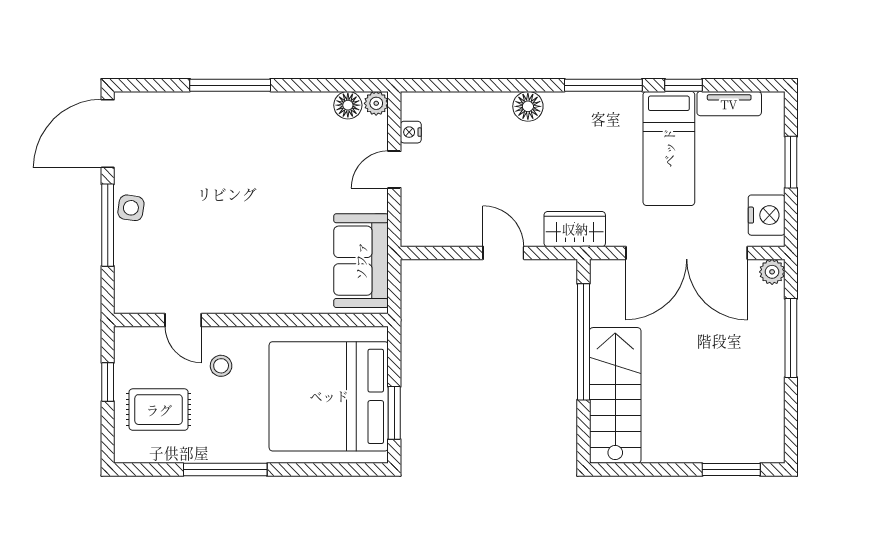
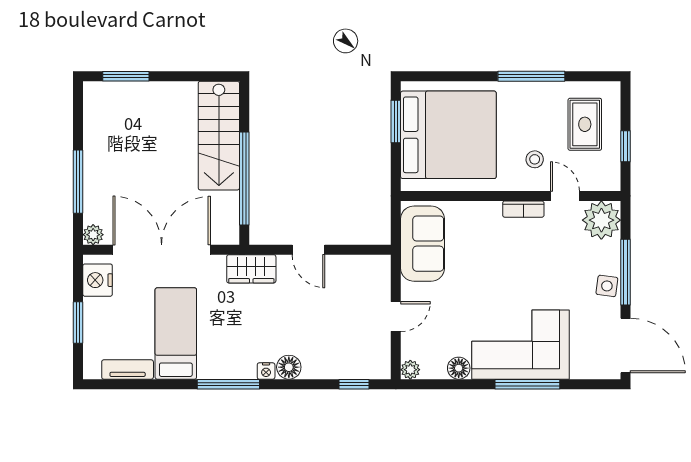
window: (684, 85) -> (354, 384), moved
floor lamp: (348, 105) -> (459, 368), moved
nightstand: (411, 132) -> (266, 371), moved, turned 90
door: (108, 134) -> (626, 345), hinge flipped
corner sofa: (239, 135) -> (520, 345), added
plant: (138, 290) -> (601, 220), added
bookcase: (235, 304) -> (523, 209), added
rug: (159, 410) -> (585, 124), turned 90

